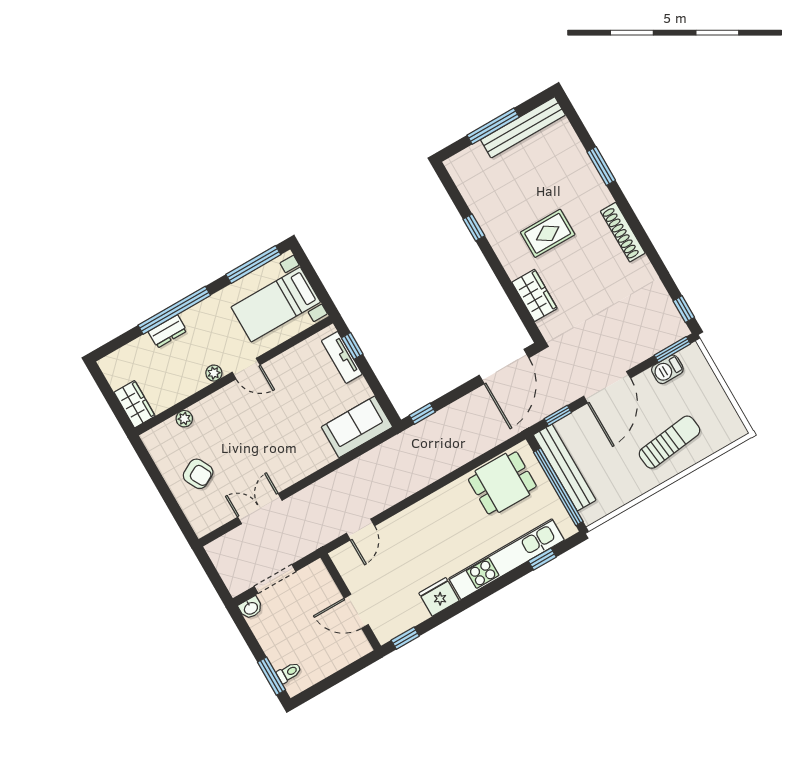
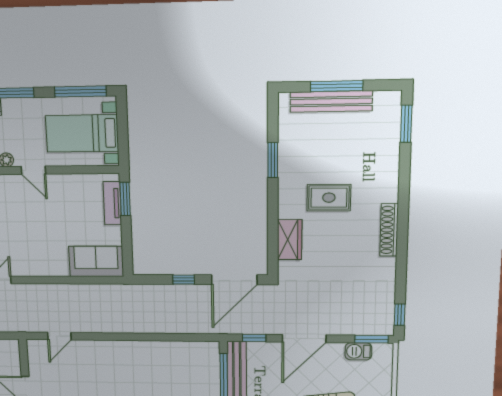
bench: (523, 127) -> (331, 101), moved
window: (601, 166) -> (406, 124), moved
window: (474, 227) -> (273, 160), width x1.50
window: (352, 346) -> (125, 199), width x1.50
window: (422, 414) -> (184, 280), moved
dining table: (502, 483) -> (184, 362), removed

